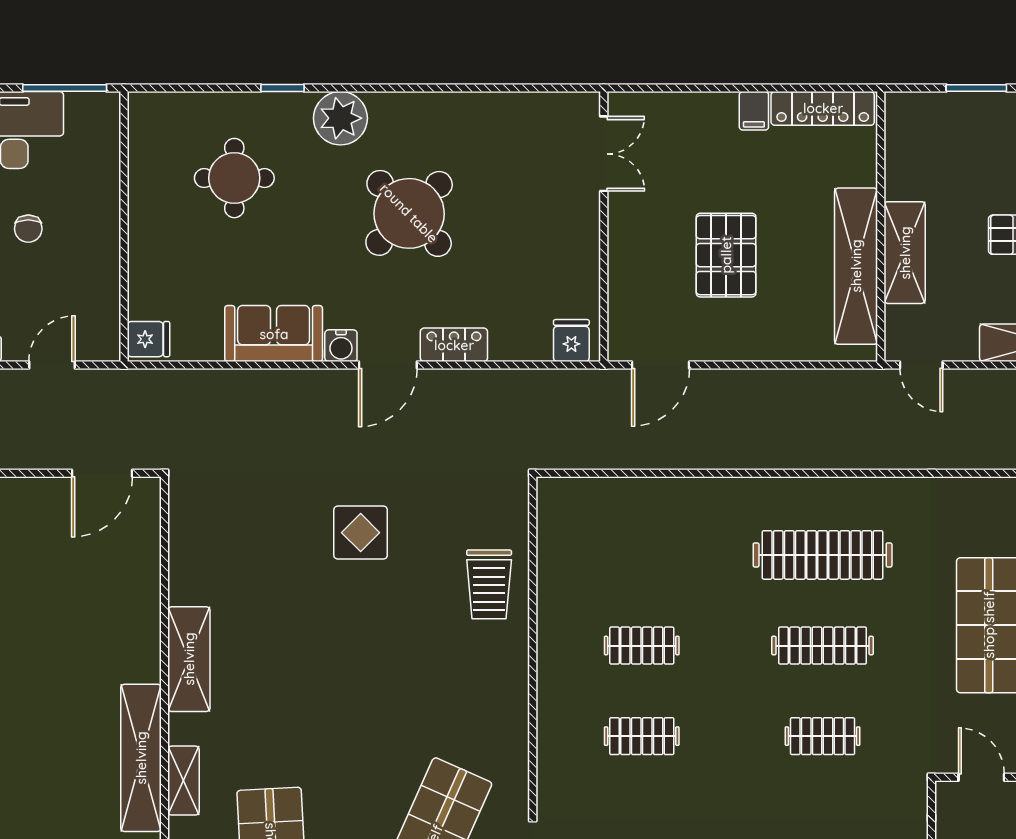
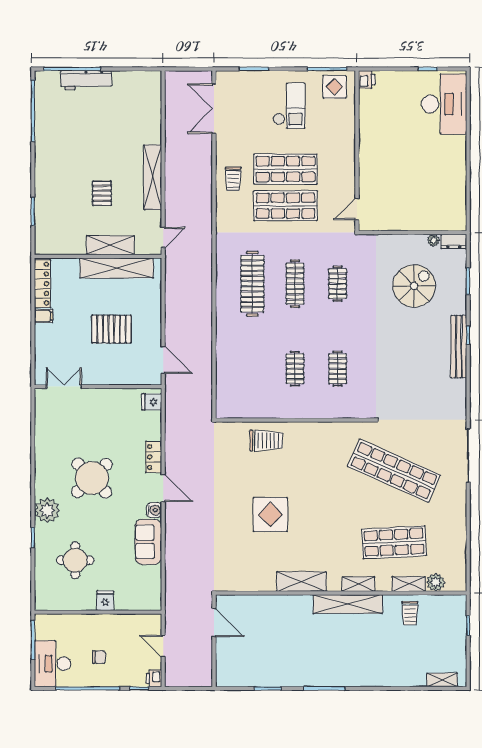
fridge: (148, 339) -> (105, 601), moved
display table: (361, 533) -> (270, 515), moved, width x1.36, depth x1.36

